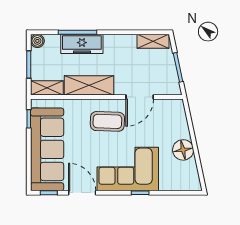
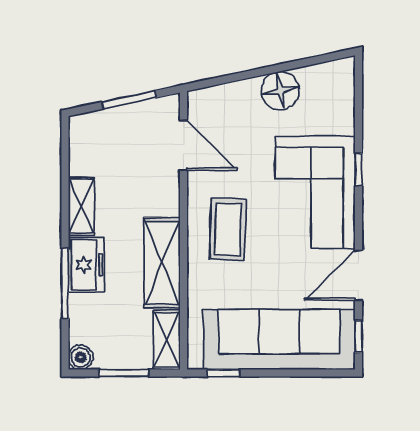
shelving: (153, 41) -> (81, 206), moved
freezer: (82, 44) -> (86, 265), width x0.71
door: (140, 97) -> (183, 145), moved

